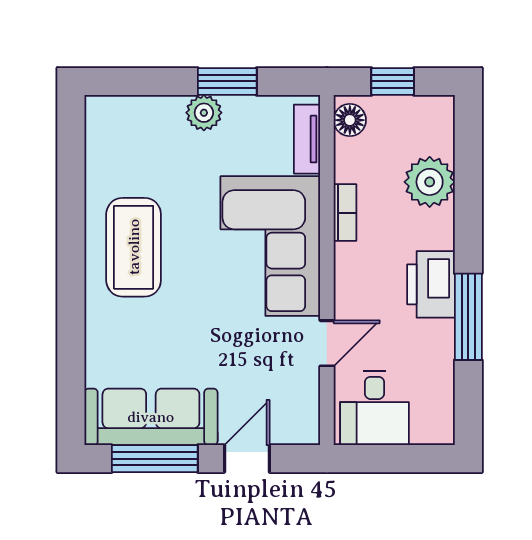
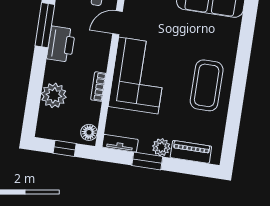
piano: (144, 112) -> (191, 152), added
tv unit: (307, 139) -> (120, 143), moved, turned -90

